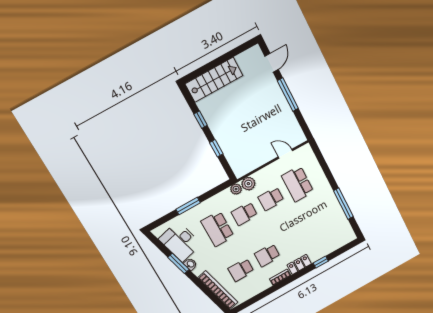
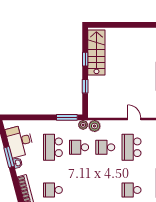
stairs: (214, 80) -> (96, 52), moved, turned -90
window: (188, 206) -> (67, 117), moved
school desk: (267, 255) -> (132, 190), moved

